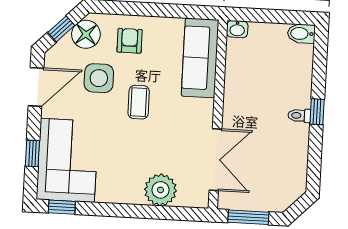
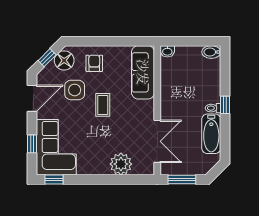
bathtub: (295, 153) -> (211, 134), added

